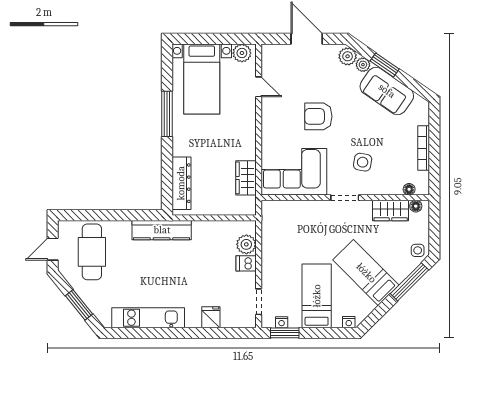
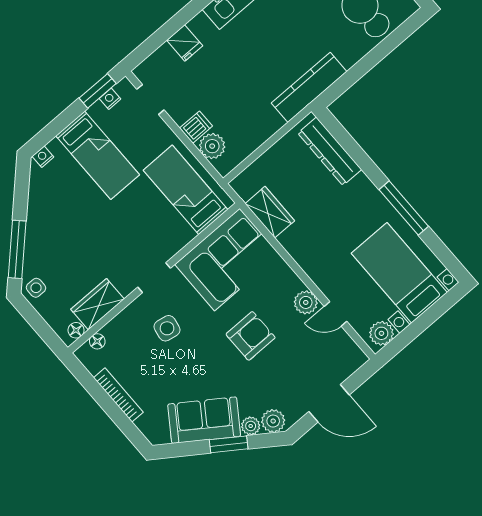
plant: (270, 108) -> (306, 302), added
bed: (366, 273) -> (185, 190), moved, turned -135

